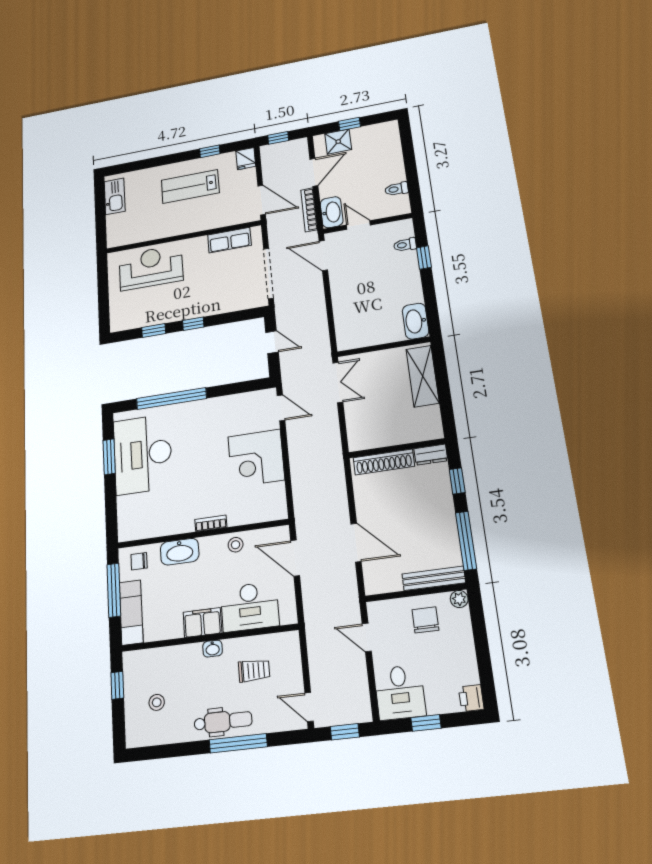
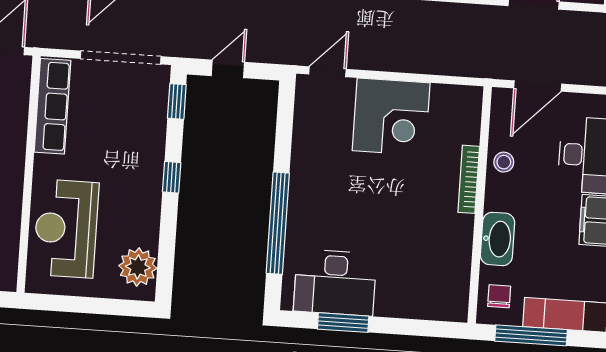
row of seats: (229, 240) -> (52, 106), width x1.48
plant: (131, 317) -> (138, 267), added
window: (154, 331) -> (177, 101), moved
desk: (143, 454) -> (335, 282), width x0.73, depth x0.77
bookcase: (211, 523) -> (469, 179), width x1.56
chair: (139, 561) -> (499, 296), turned 180

